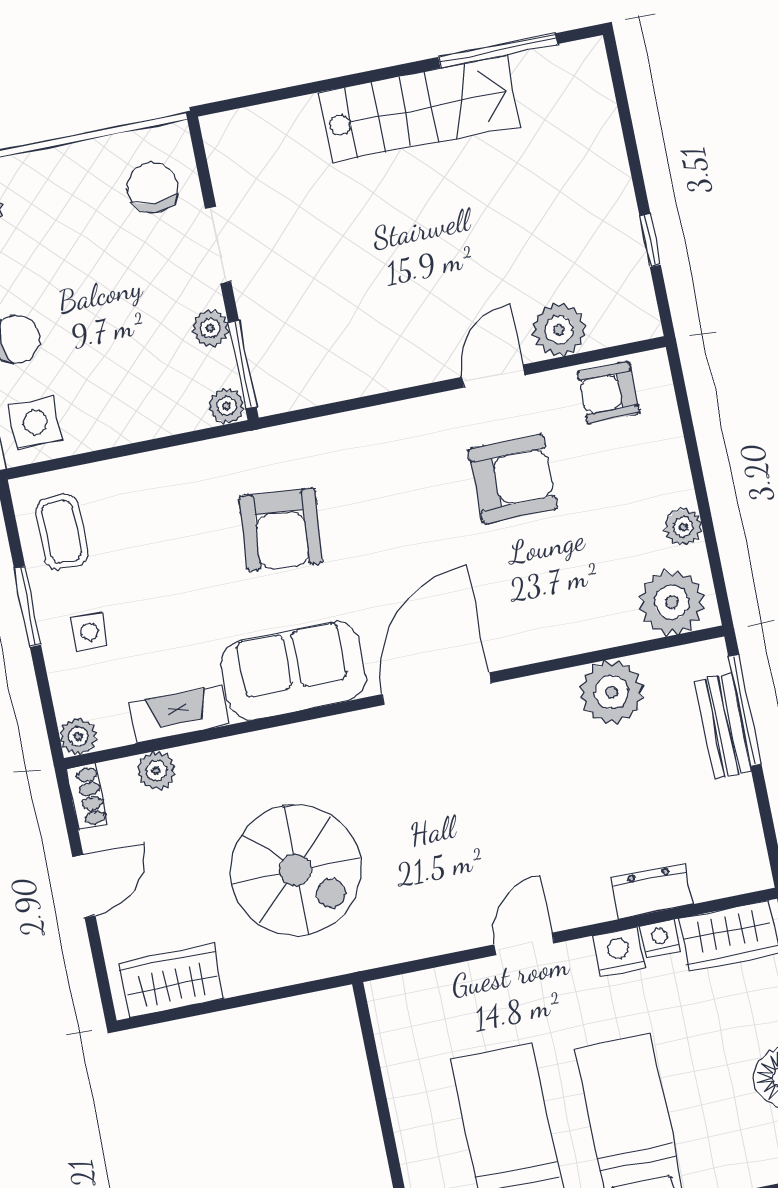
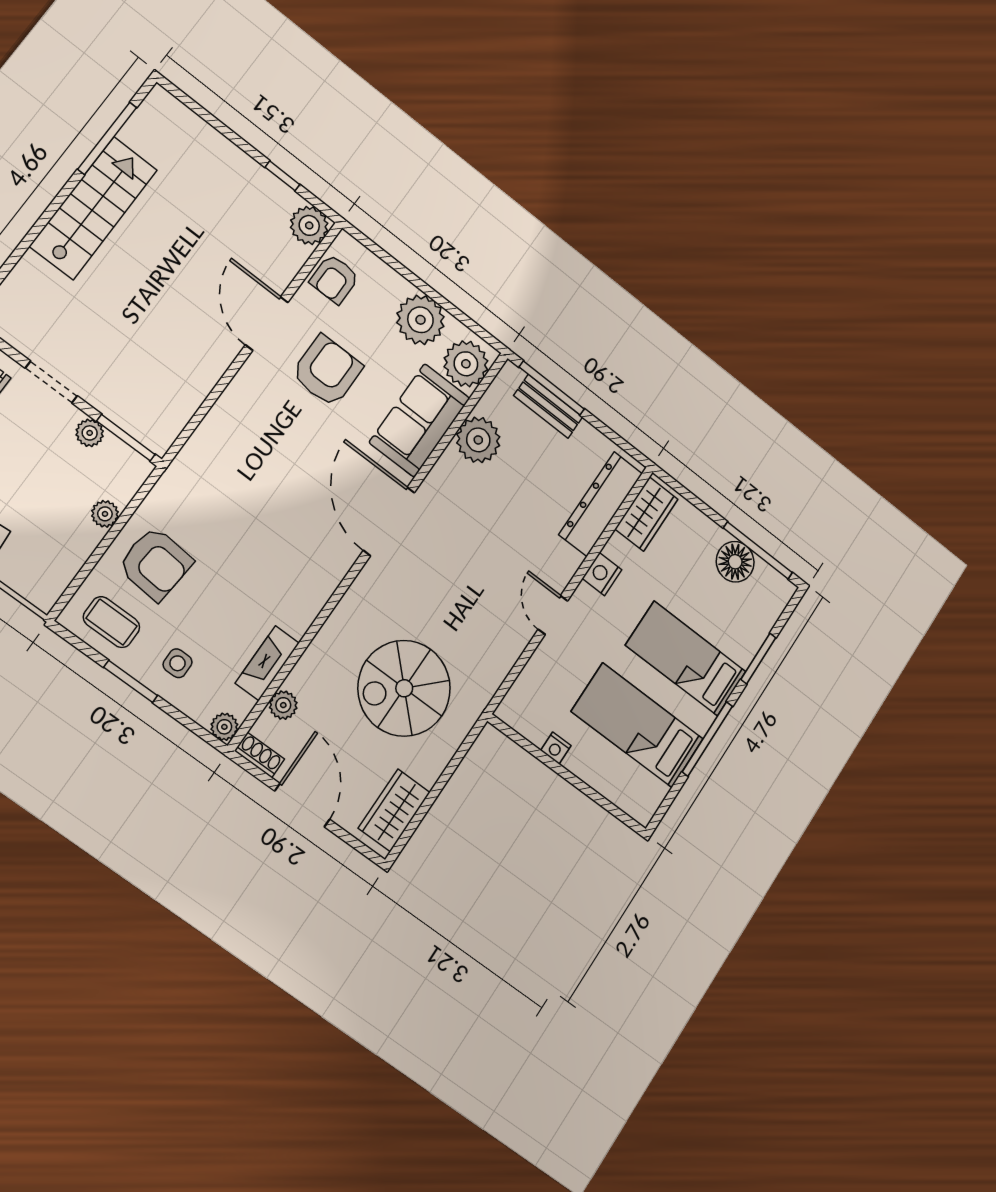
plant: (559, 330) -> (309, 225), moved
door: (493, 376) -> (267, 324), width x1.38
plant: (227, 406) -> (105, 514), moved
side table: (35, 422) -> (40, 574), removed
plant: (683, 527) -> (420, 320), width x1.88, depth x1.88
armchair: (281, 530) -> (156, 564), moved
sofa: (294, 671) -> (420, 420), moved
spiral stairs: (296, 870) -> (404, 688), turned 180
door: (84, 886) -> (302, 805), width x1.38
dresser: (652, 891) -> (601, 504), width x1.96, depth x1.24
nightstand: (660, 938) -> (556, 748), moved, turned -90

